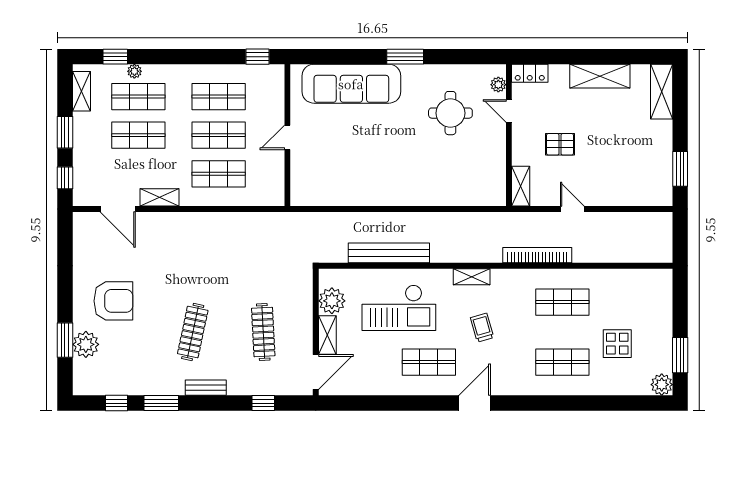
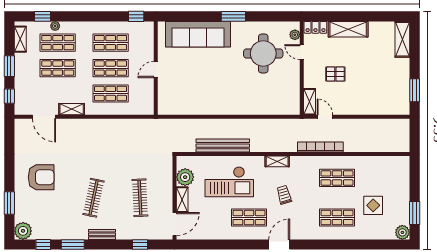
shelving: (600, 76) -> (348, 29), moved
round table: (450, 113) -> (263, 53), width x1.36, depth x1.36
door: (572, 209) -> (325, 117), moved
plant: (86, 344) -> (23, 231), moved

